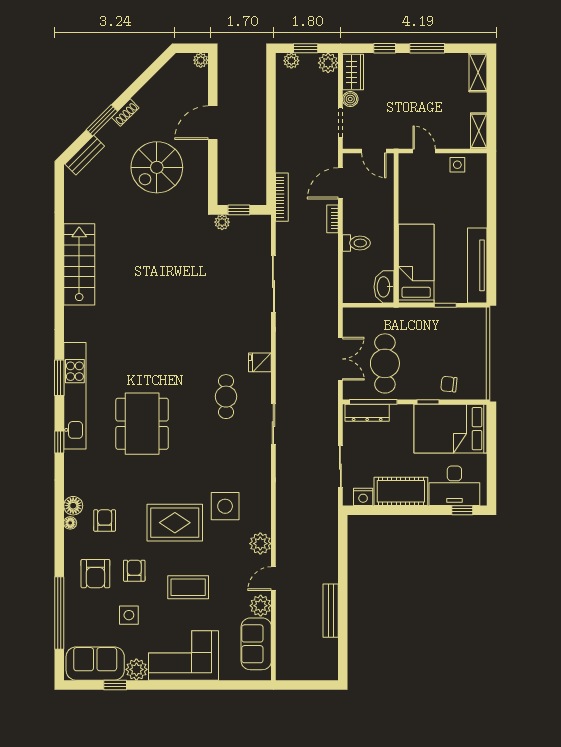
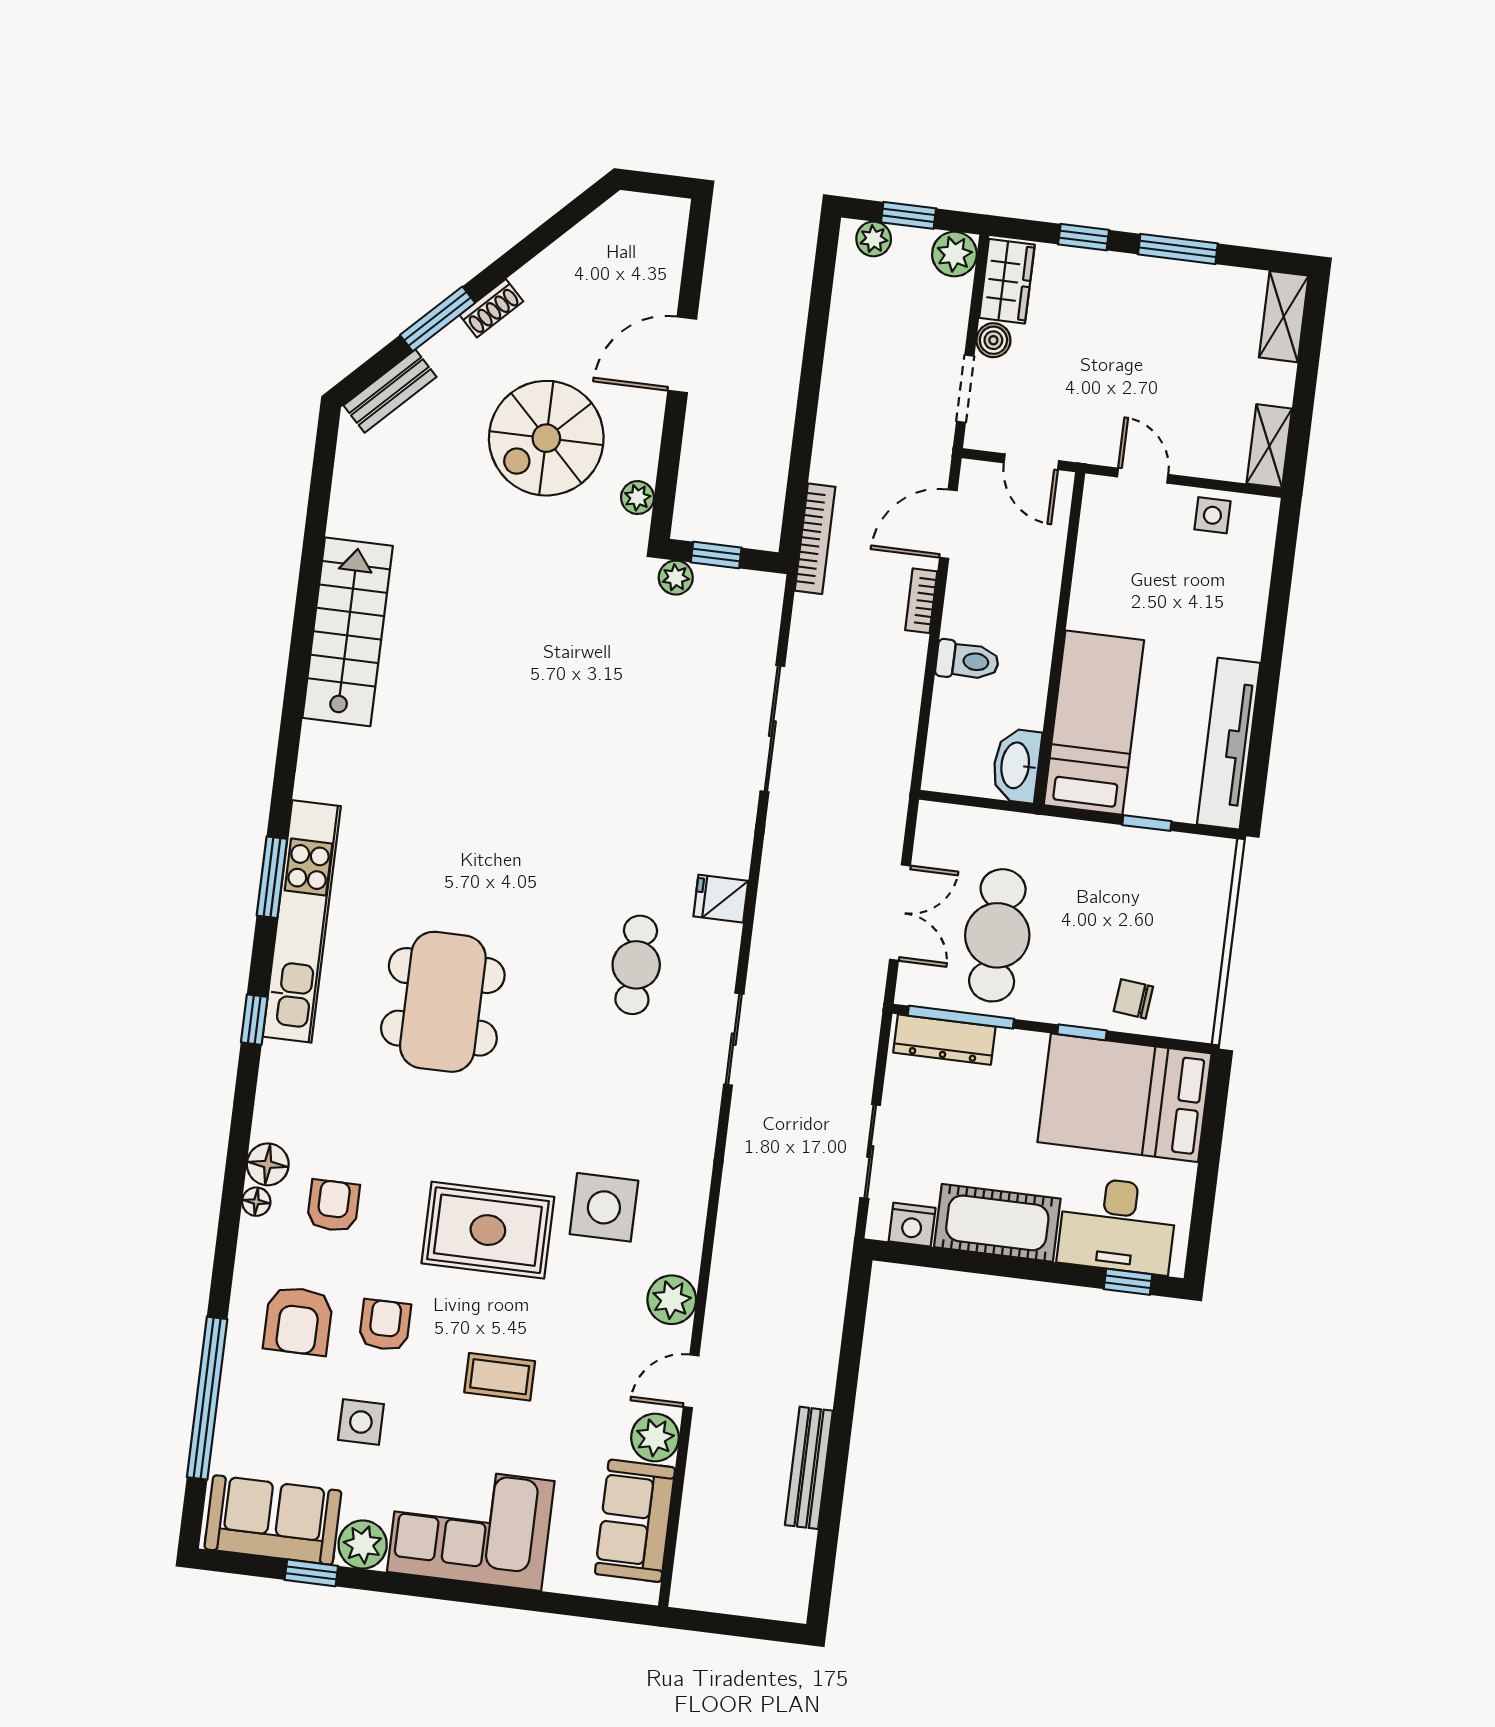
plant: (201, 60) -> (637, 498), moved
coffee table: (188, 587) -> (500, 1377), width x0.73, depth x0.77

